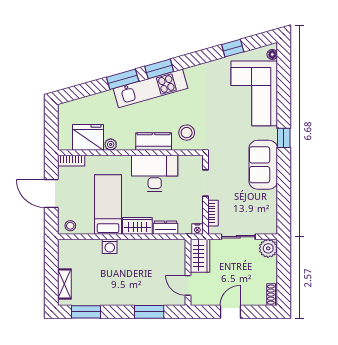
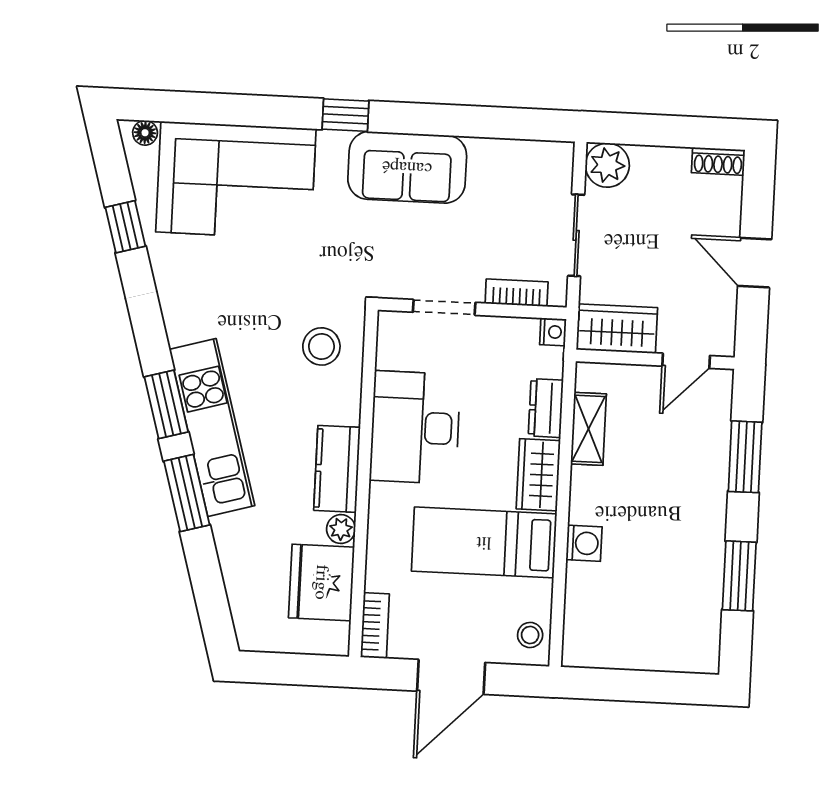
kitchen counter: (154, 142) -> (337, 469), moved
shelving: (64, 284) -> (588, 429), moved, turned 90
window: (86, 312) -> (739, 576), moved

